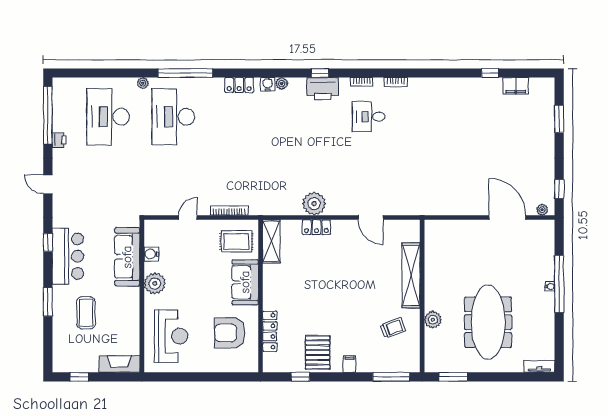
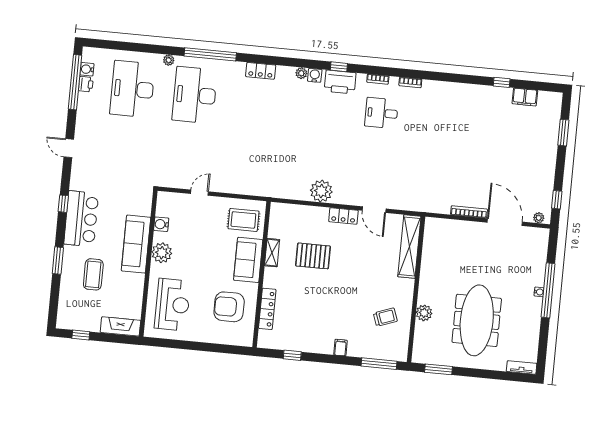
water cooler: (268, 84) -> (315, 75), moved
water cooler: (59, 101) -> (87, 69), added
printer: (59, 140) -> (86, 84), moved
bookcase: (229, 210) -> (469, 212), moved
locker: (316, 227) -> (343, 216), moved
shelving: (271, 241) -> (272, 253), moved, width x0.67, depth x0.75
sofa: (127, 257) -> (136, 244), moved
shelving: (411, 275) -> (409, 247), moved
pallet: (318, 352) -> (313, 256), moved, turned 90

